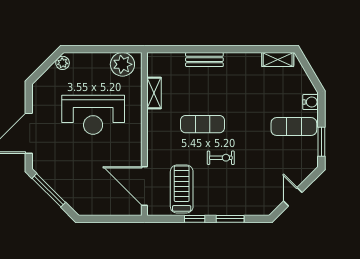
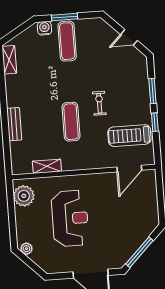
window: (321, 142) -> (64, 17), moved
door: (144, 186) -> (129, 169), width x0.73

